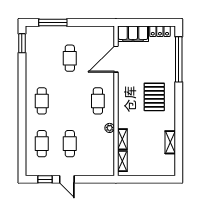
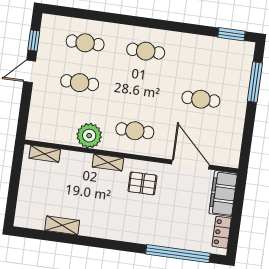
pallet: (154, 97) -> (142, 183), moved, width x0.67, depth x0.71
plant: (110, 128) -> (89, 136), width x1.88, depth x1.88
shelving: (122, 139) -> (108, 162), moved

